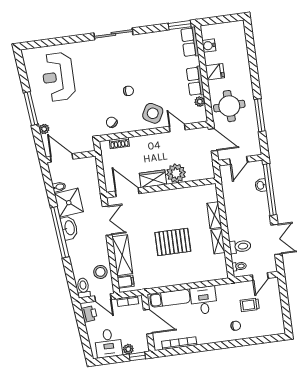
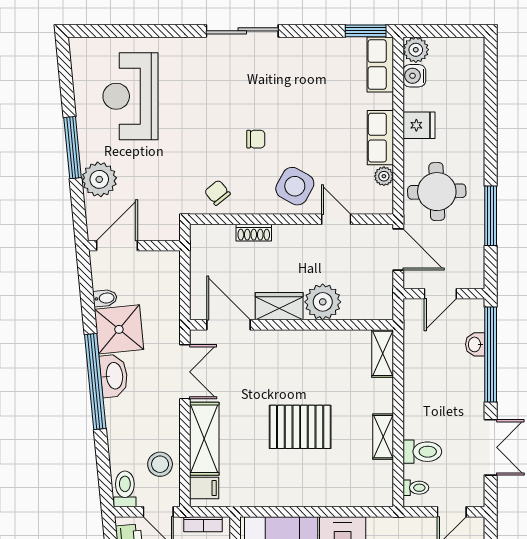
plant: (208, 32) -> (416, 50), added
plant: (44, 129) -> (99, 179), width x1.87, depth x1.87
shoe rack: (119, 143) -> (254, 233), moved
door: (62, 158) -> (117, 246), hinge flipped
shelving: (214, 215) -> (383, 353), moved

